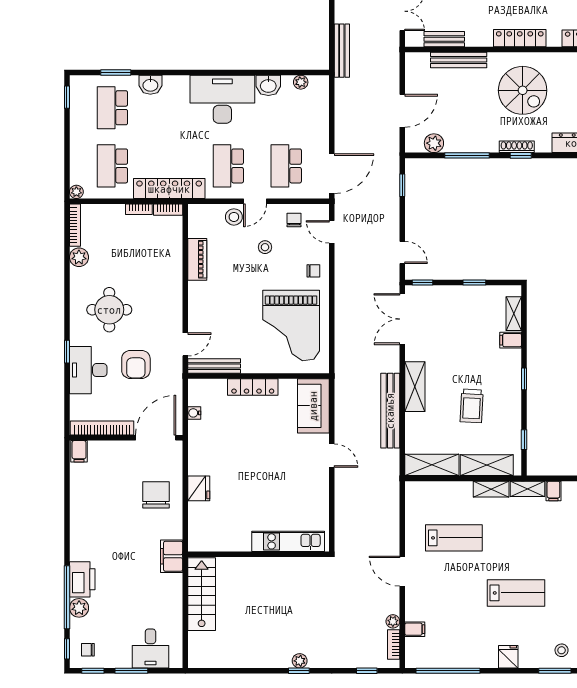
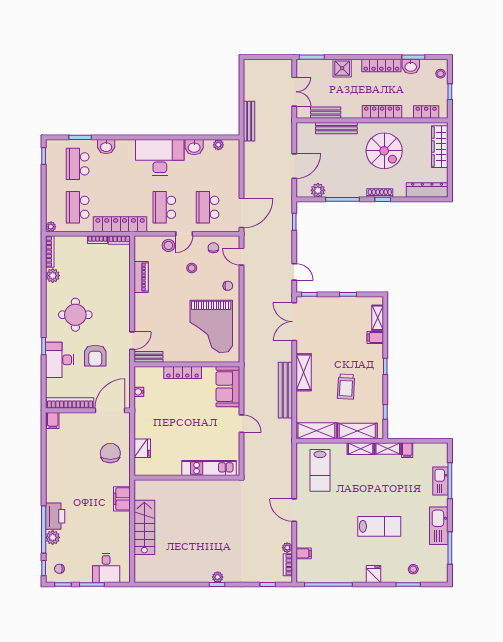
bench: (214, 366) -> (148, 357), width x0.73
lab bench: (454, 538) -> (320, 470), moved, turned 90
kitchen unit: (288, 541) -> (209, 468), moved
wall: (258, 554) -> (187, 478), moved

